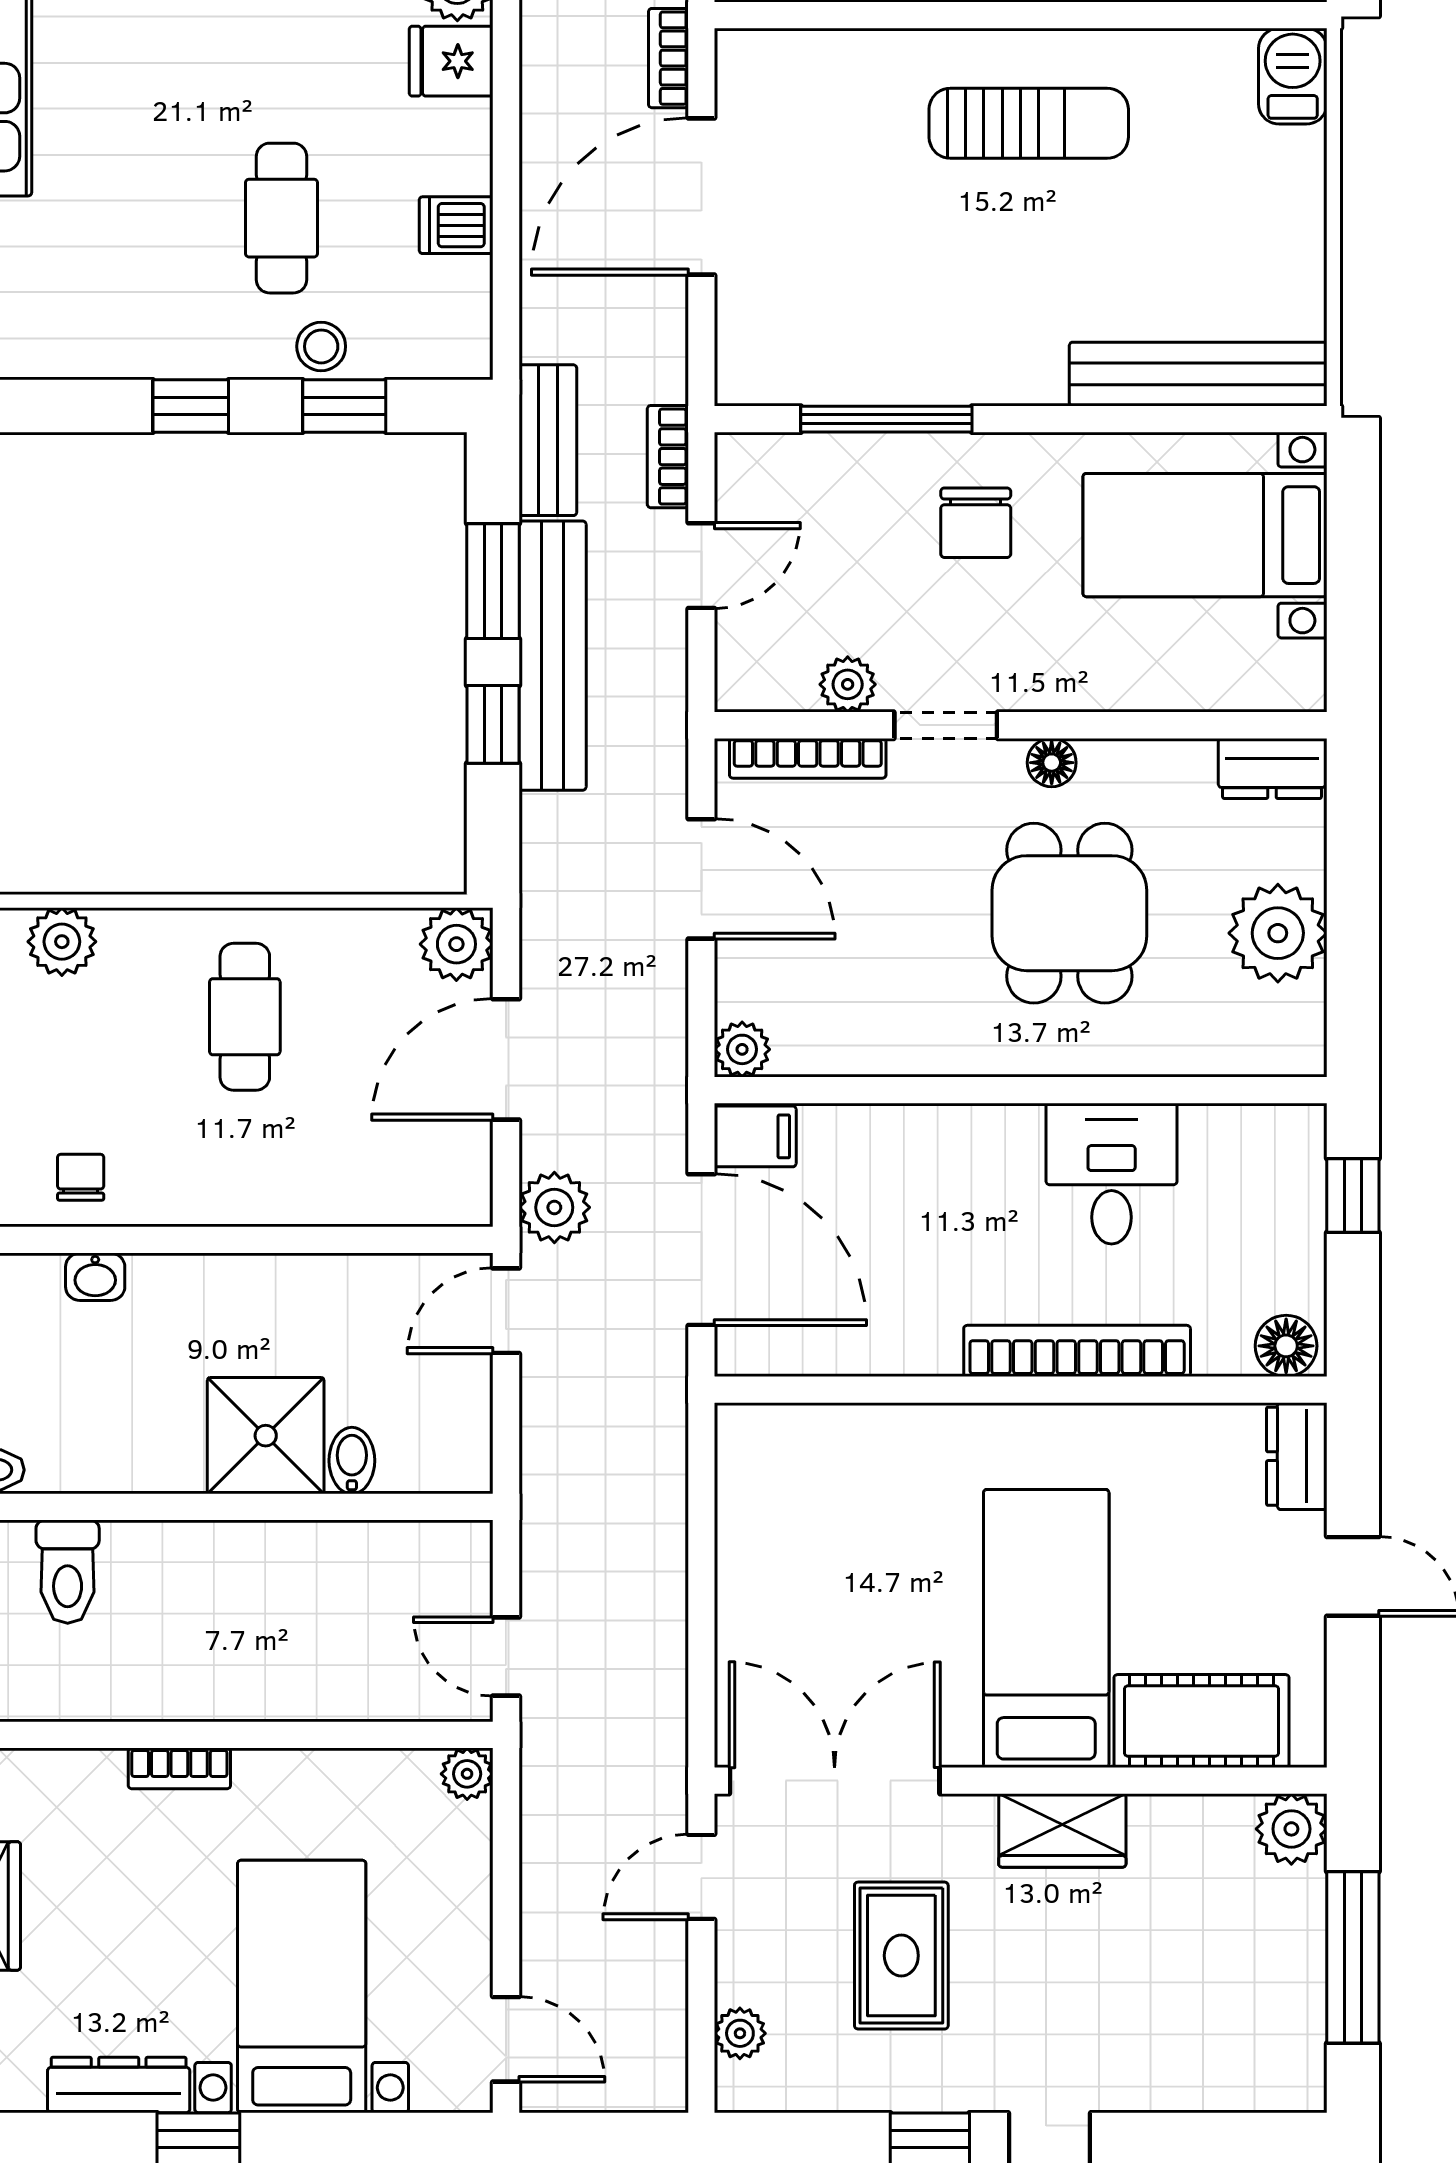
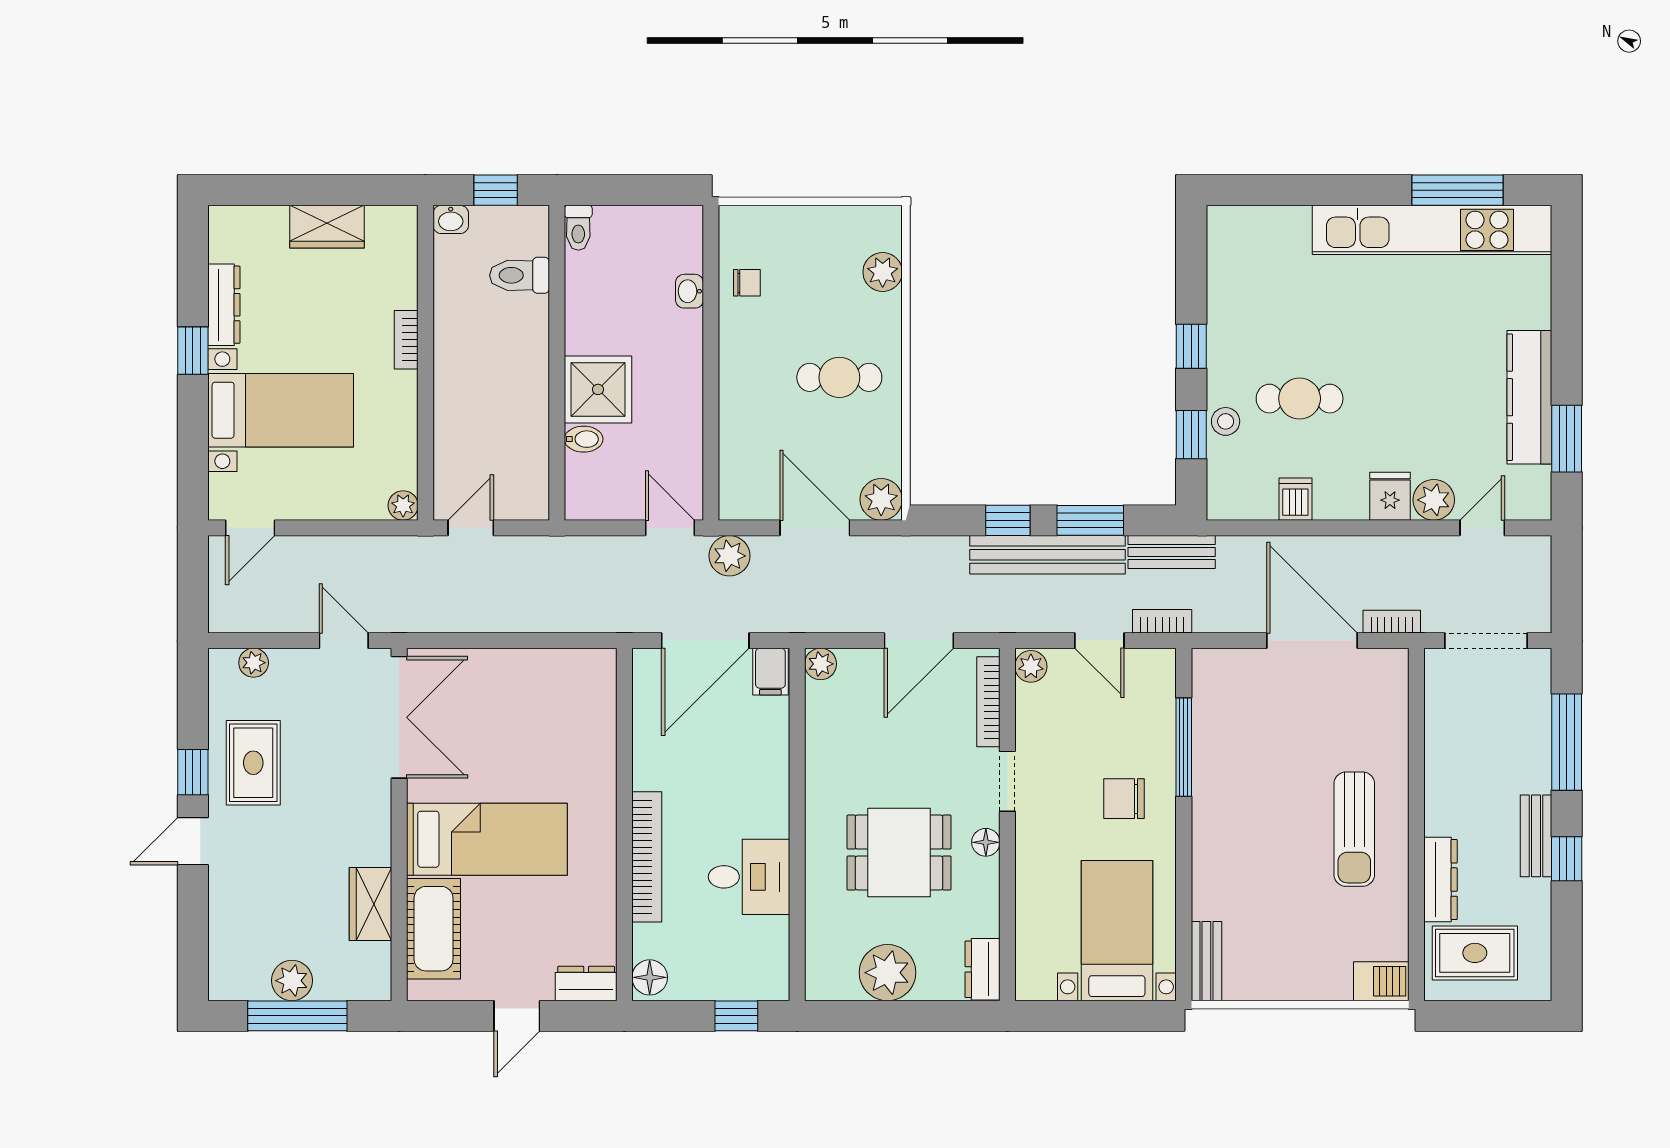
bench: (1198, 374) -> (1206, 961), width x0.54, depth x0.82
plant: (848, 684) -> (1031, 666), moved
plant: (1291, 1829) -> (292, 981), moved
wardrobe: (1062, 1830) -> (370, 904), moved
rug: (901, 1956) -> (253, 763), moved, turned 90

